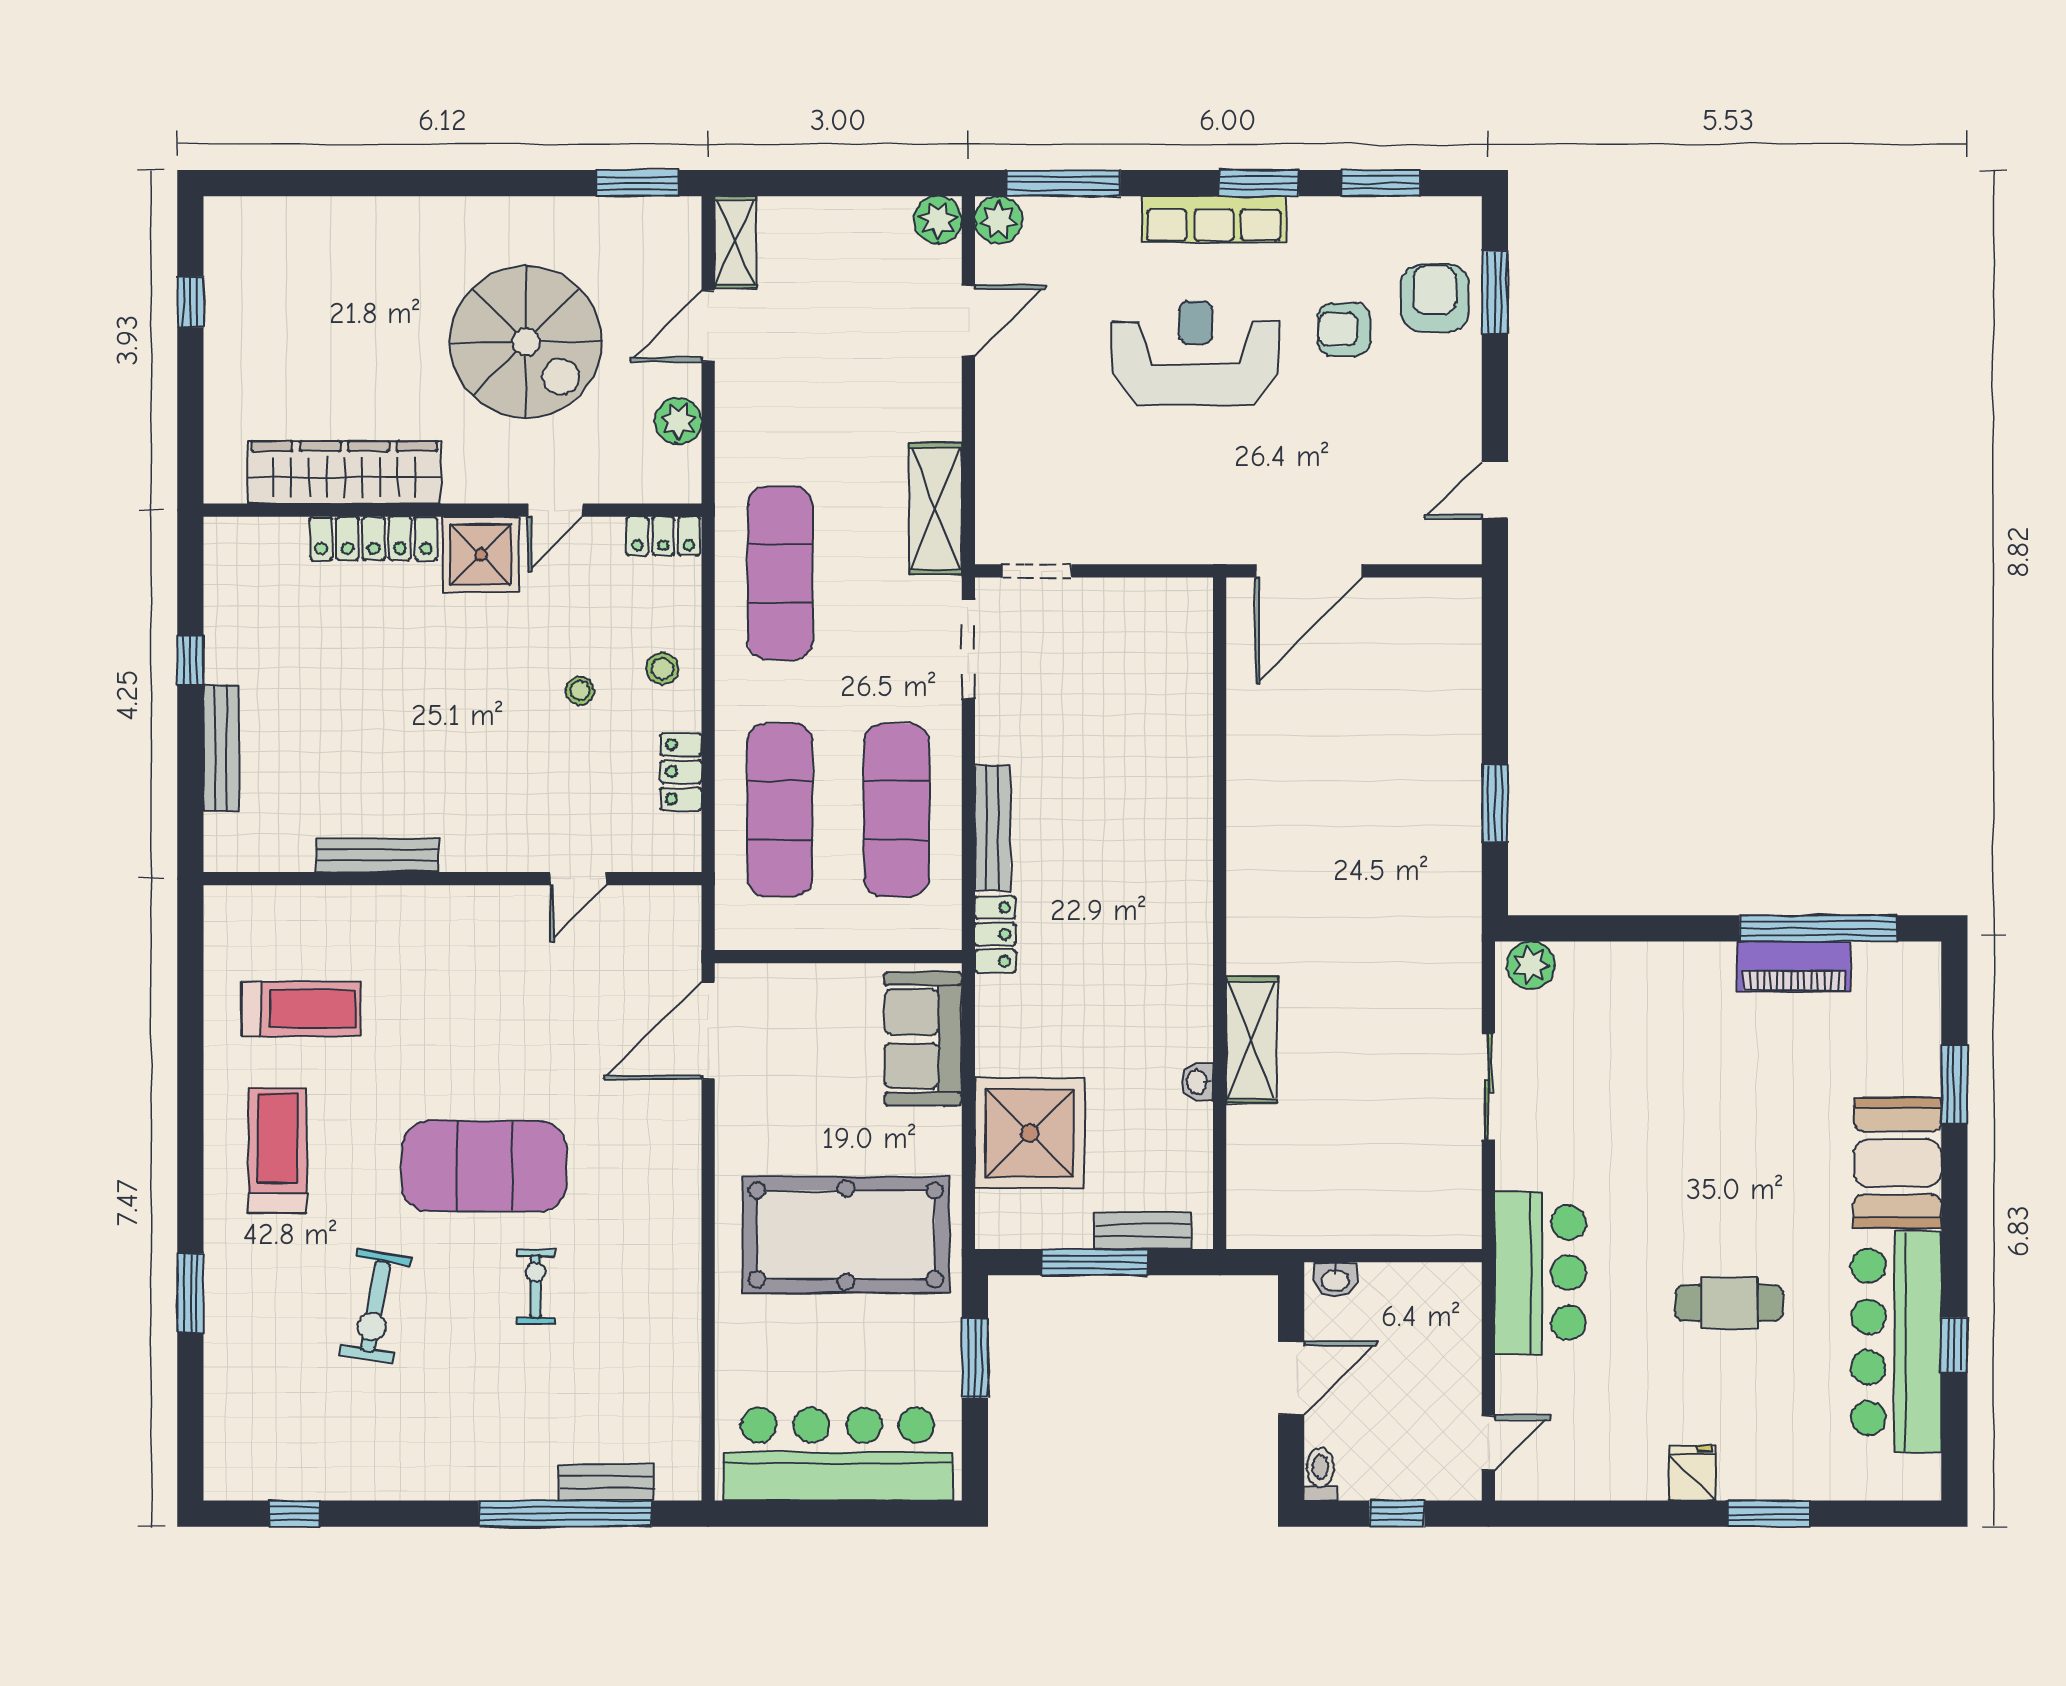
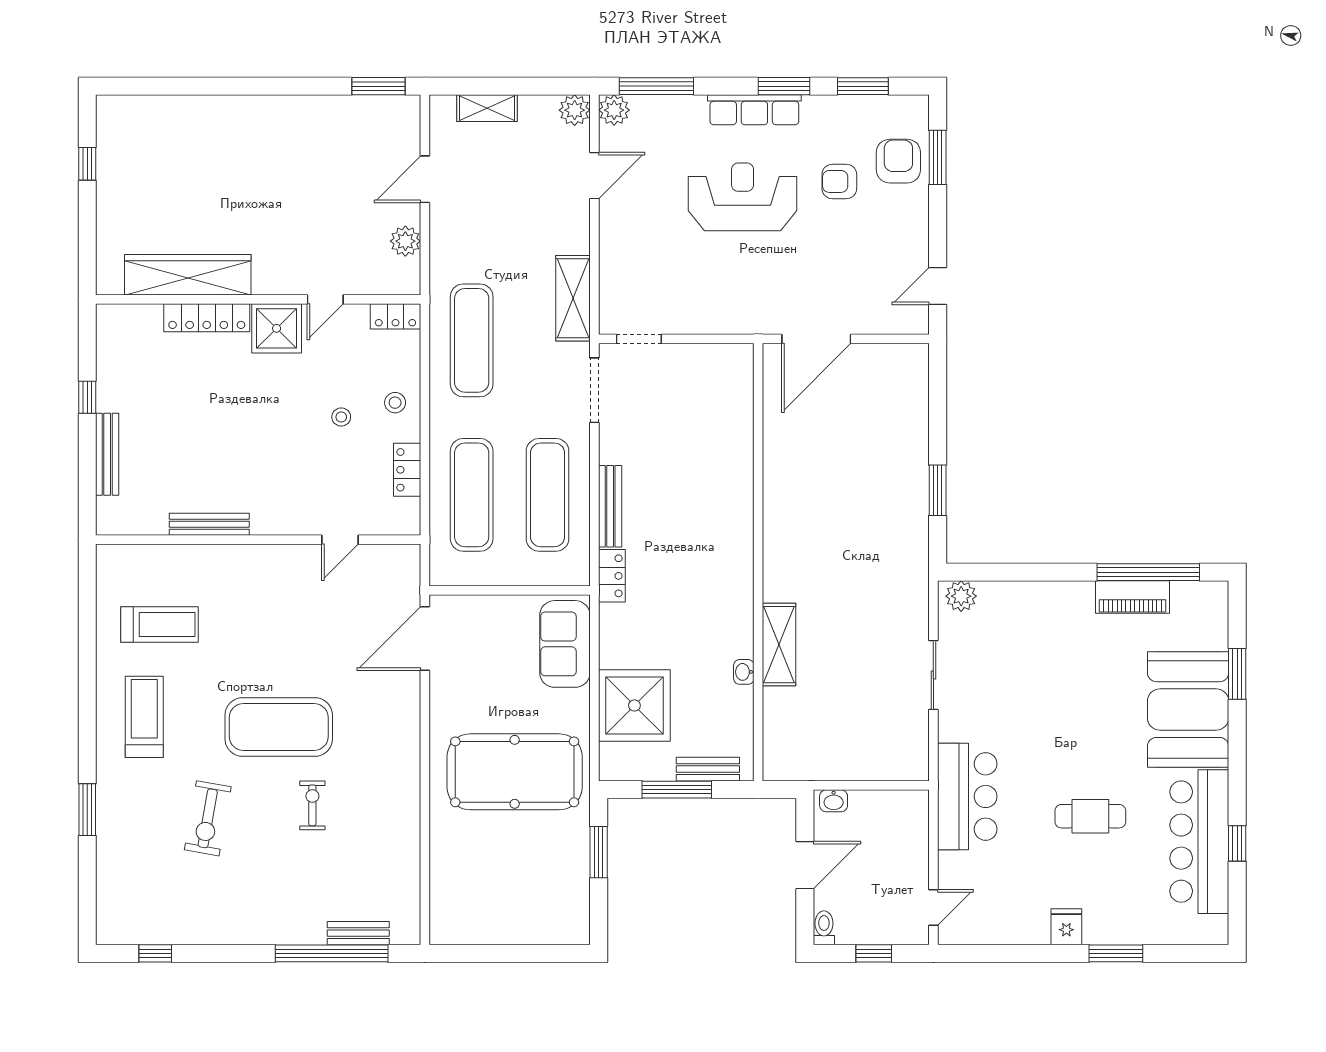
shelving: (735, 242) -> (487, 108), moved, turned 90
spiral stairs: (526, 342) -> (306, 190), removed
booth: (1898, 1163) -> (1188, 710), width x1.36, depth x1.42
bar counter: (838, 1454) -> (509, 915), removed

